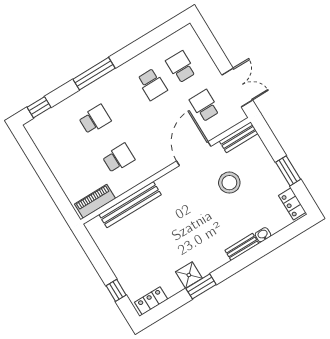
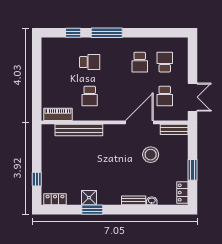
school desk: (204, 106) -> (165, 96), turned 180
window: (39, 107) -> (73, 33), moved
school desk: (119, 158) -> (90, 96), turned 90

